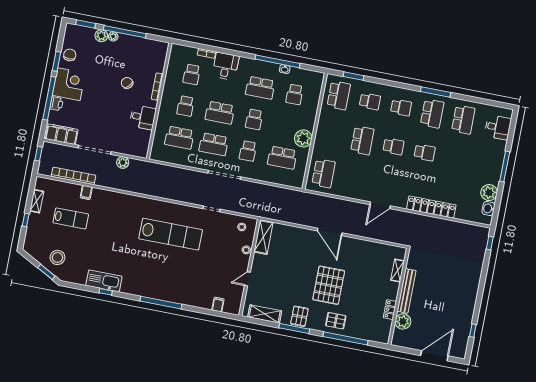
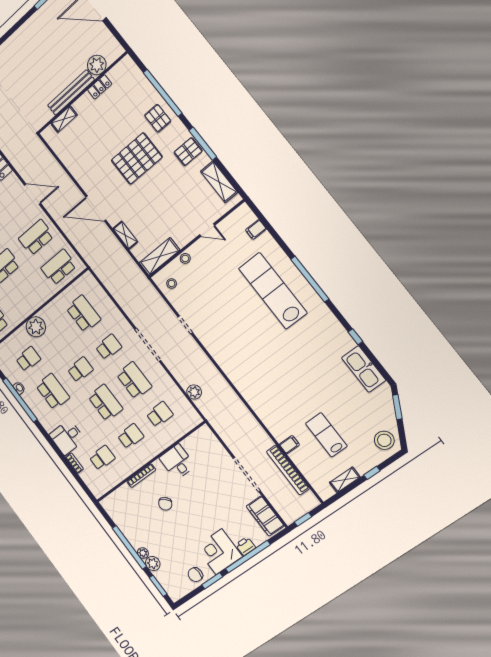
school desk: (179, 138) -> (160, 414), width x0.54
plant: (303, 138) -> (36, 327), moved
plant: (123, 162) -> (194, 392), moved
school desk: (355, 179) -> (36, 237), added
shelving: (296, 232) -> (125, 235), added
door: (330, 232) -> (96, 209), swing flipped
lab bench: (171, 234) -> (273, 291), moved
stool: (57, 257) -> (384, 440), moved
kitchen sink: (104, 281) -> (364, 369), moved

